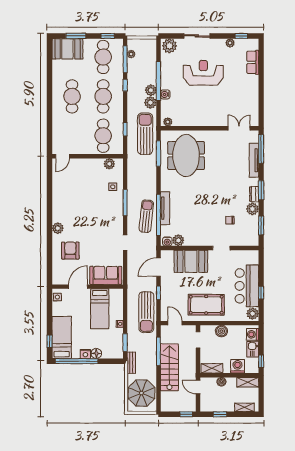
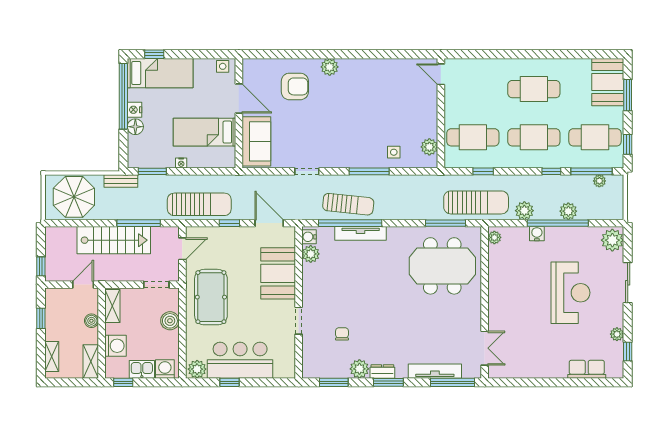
plant: (151, 90) -> (568, 211), moved
sun lounger: (146, 312) -> (199, 204), turned 180

